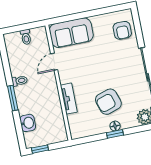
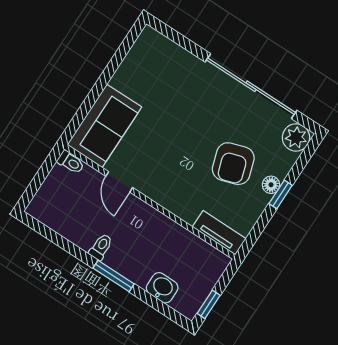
armchair: (122, 30) -> (163, 61), removed
toilet: (26, 37) -> (71, 162), moved
tv unit: (69, 99) -> (219, 233), moved

